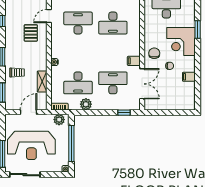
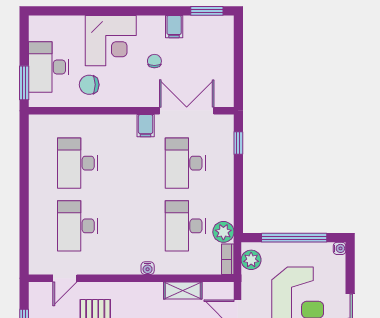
door: (49, 16) -> (65, 278), hinge flipped
desk: (113, 23) -> (77, 163), turned 180
window: (198, 30) -> (207, 11), moved
chair: (154, 53) -> (89, 85), moved
desk: (78, 83) -> (185, 226), turned 180
plant: (86, 104) -> (223, 232), moved

